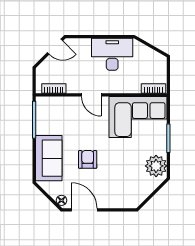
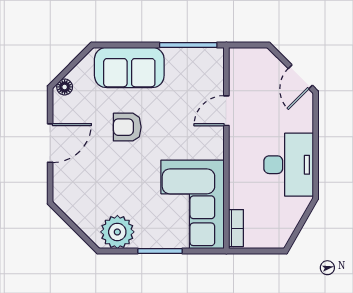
bookcase: (54, 89) -> (236, 75), removed
door: (91, 95) -> (226, 111), moved
armchair: (88, 159) -> (127, 127), turned 180
door: (84, 210) -> (50, 143), moved

